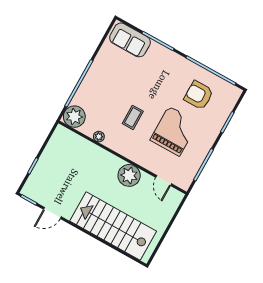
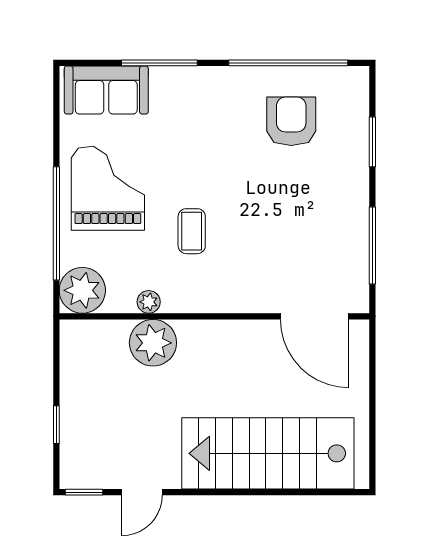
armchair: (199, 95) -> (291, 121), turned 90
grand piano: (174, 131) -> (108, 188), moved
plant: (129, 175) -> (153, 343), moved
door: (164, 180) -> (314, 316), width x1.87

